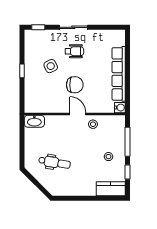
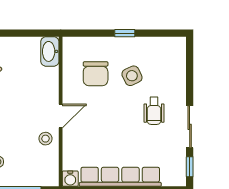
window: (38, 27) -> (190, 167), moved
sliding door: (73, 27) -> (190, 127), moved
chair: (75, 85) -> (96, 74), moved

